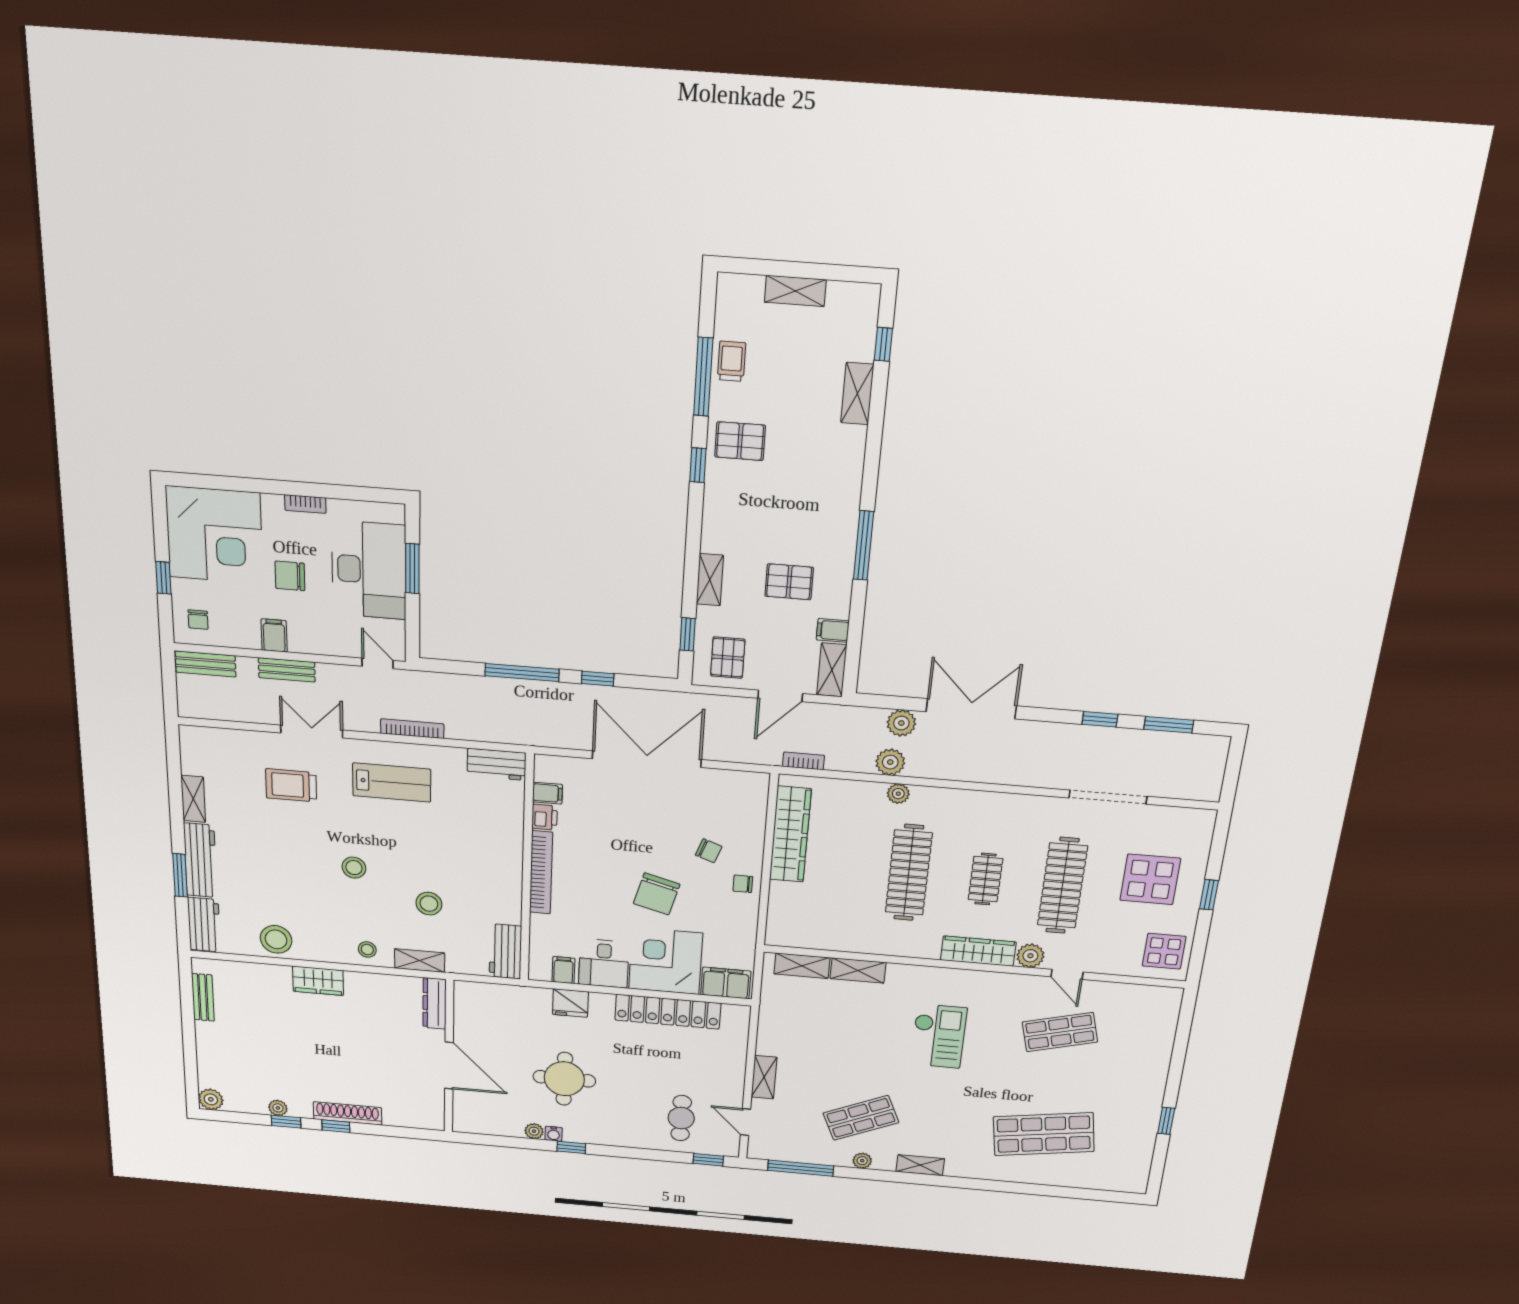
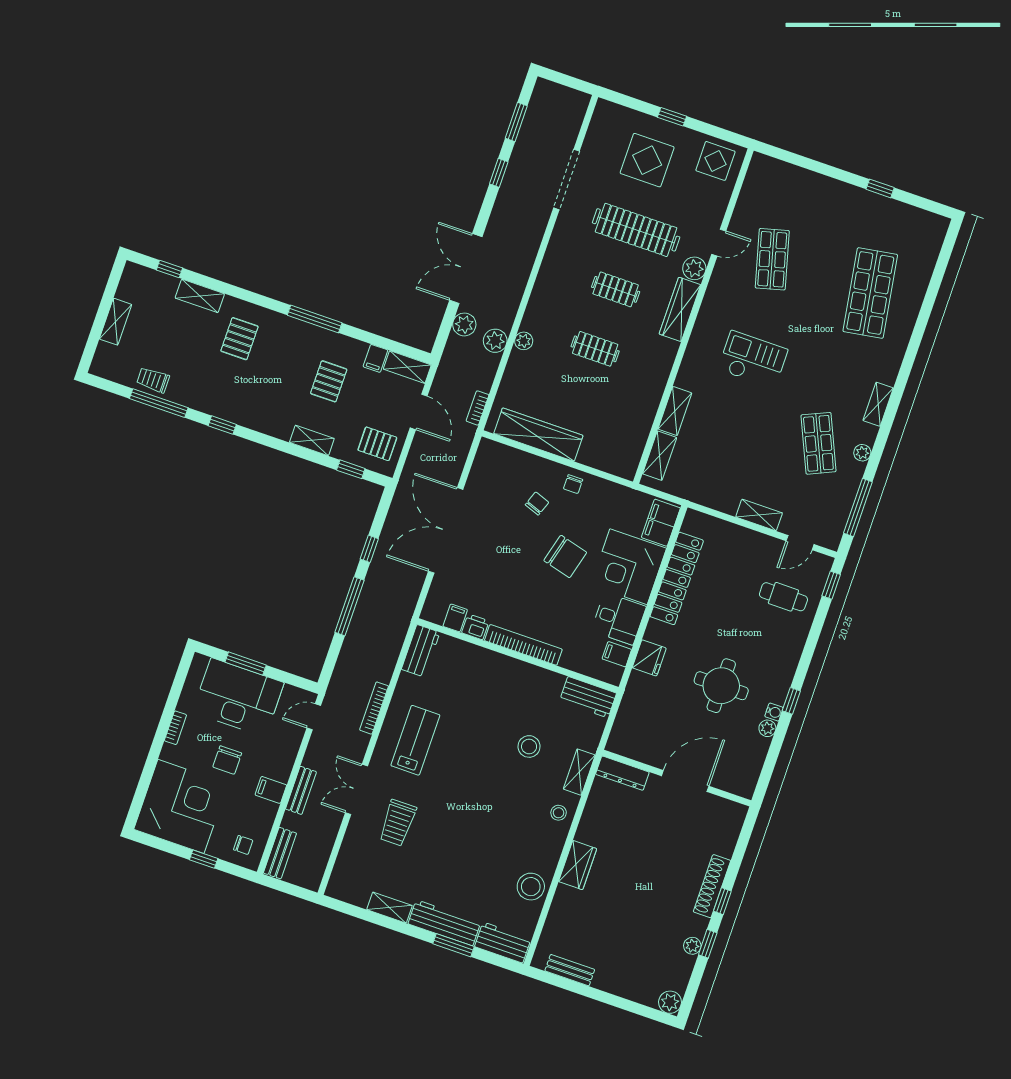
pallet: (740, 441) -> (239, 339), moved
stool: (354, 868) -> (482, 797), removed
clothes rail: (909, 873) -> (595, 349), width x0.54, depth x0.76

